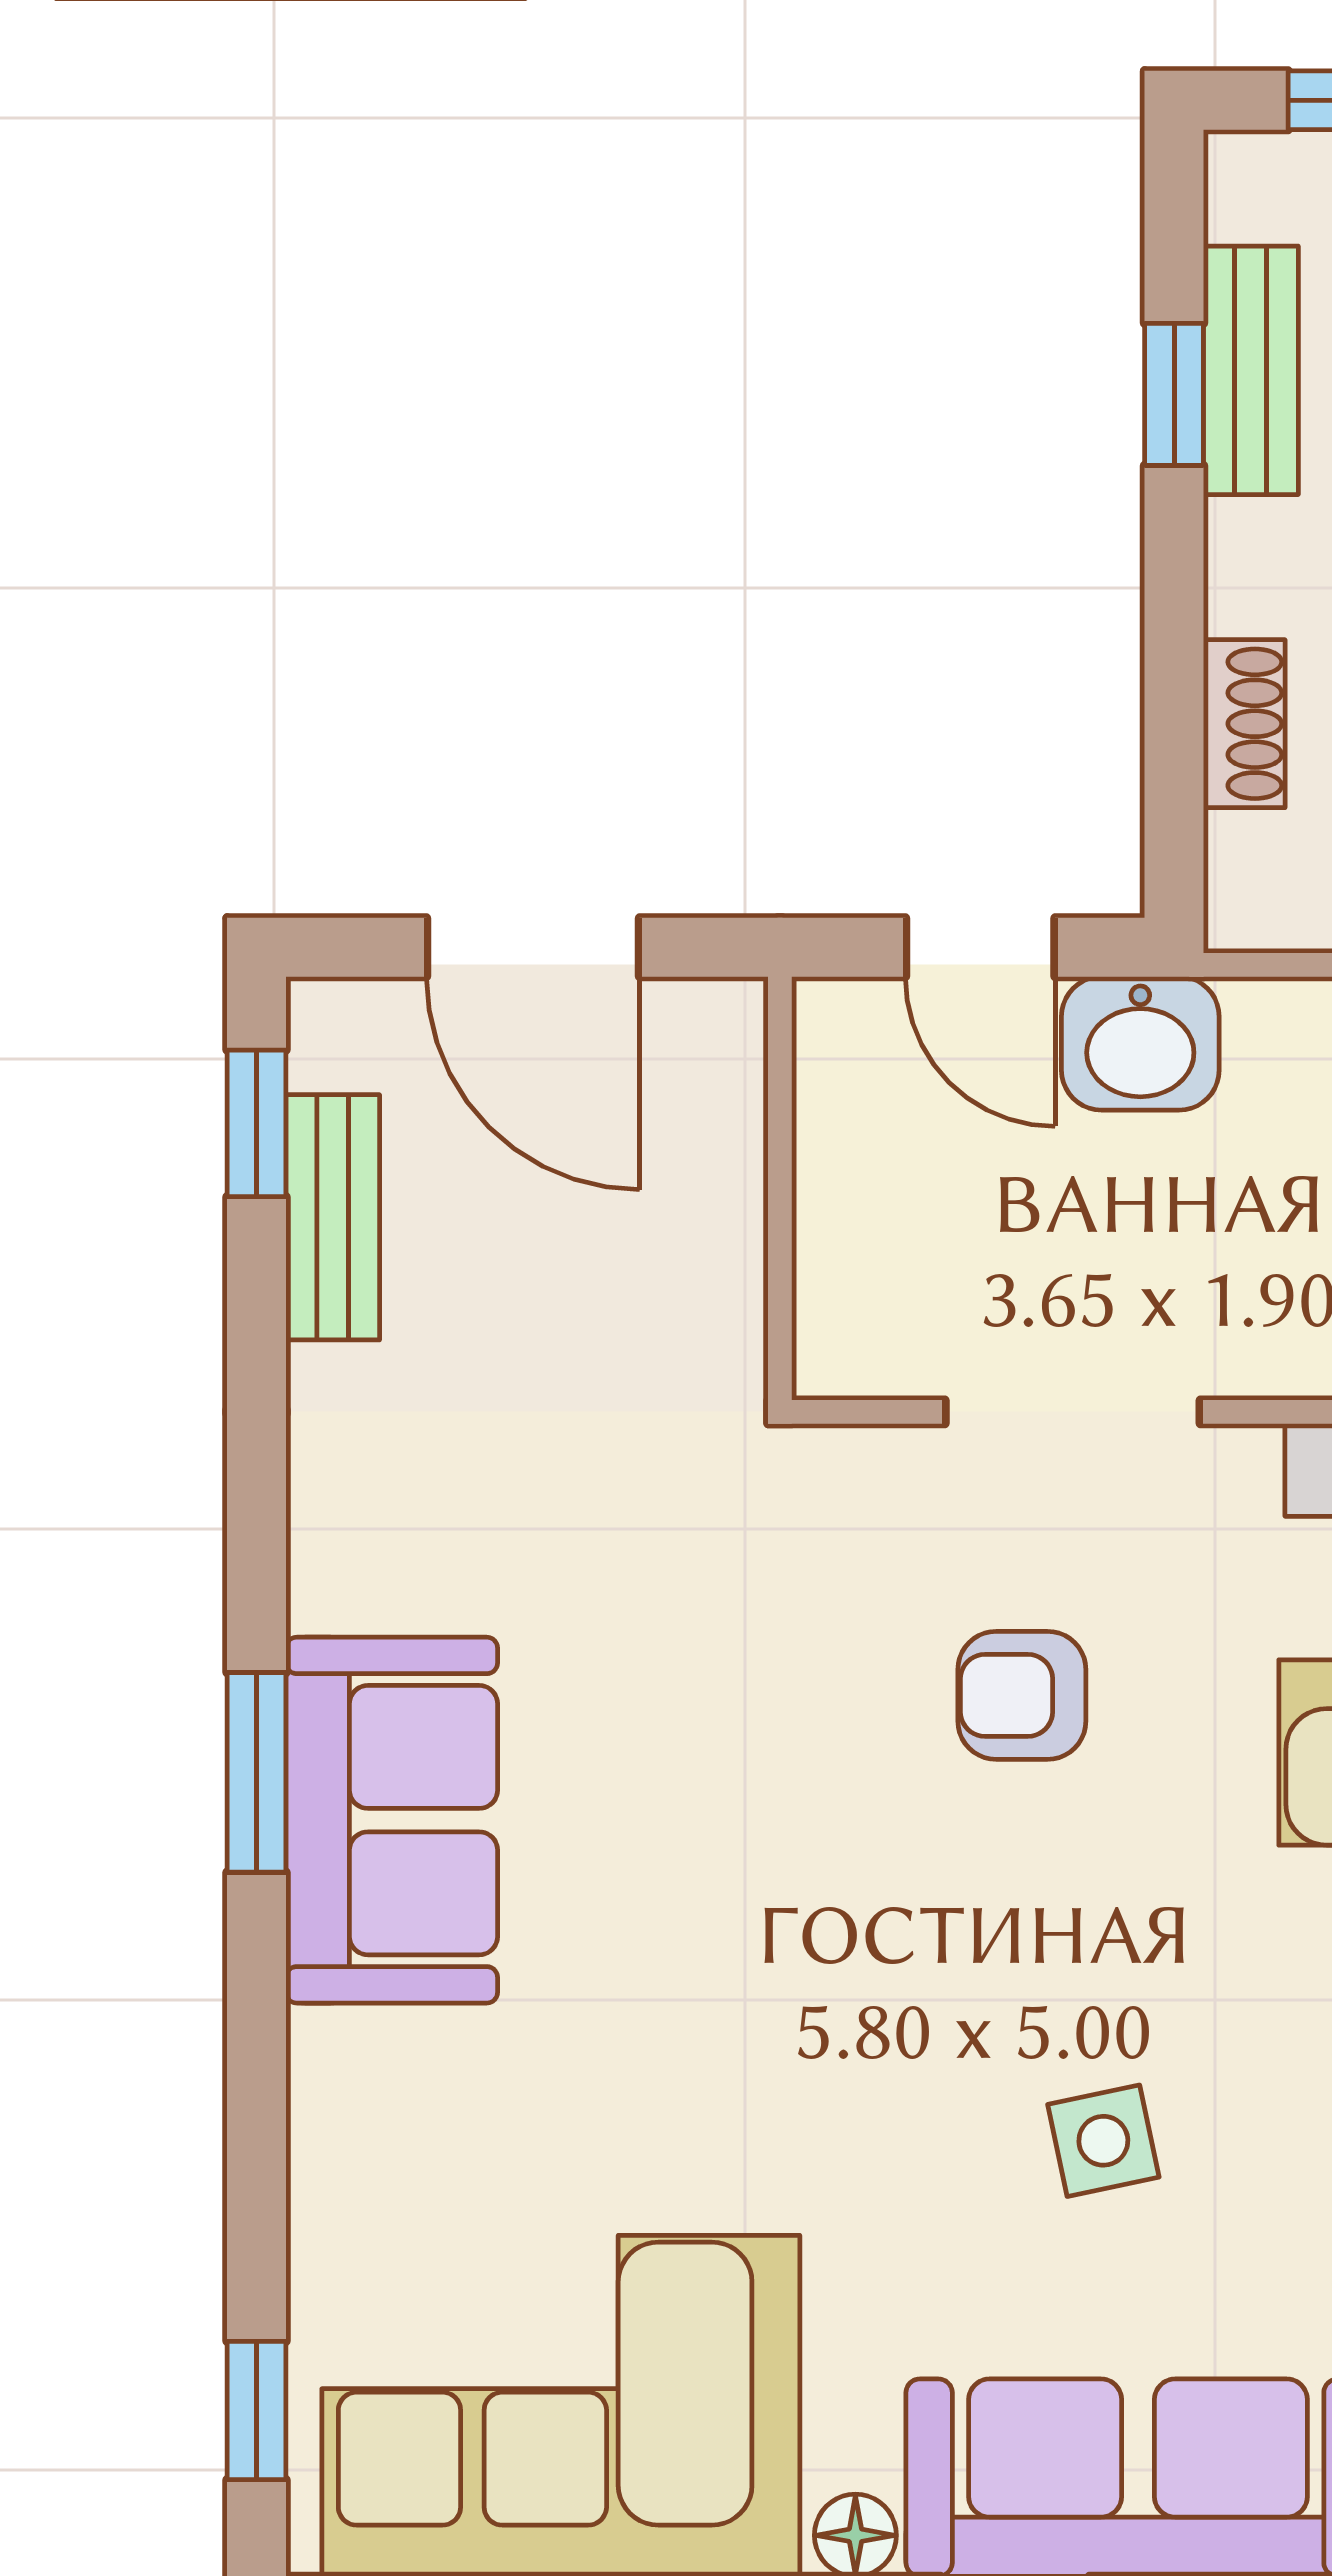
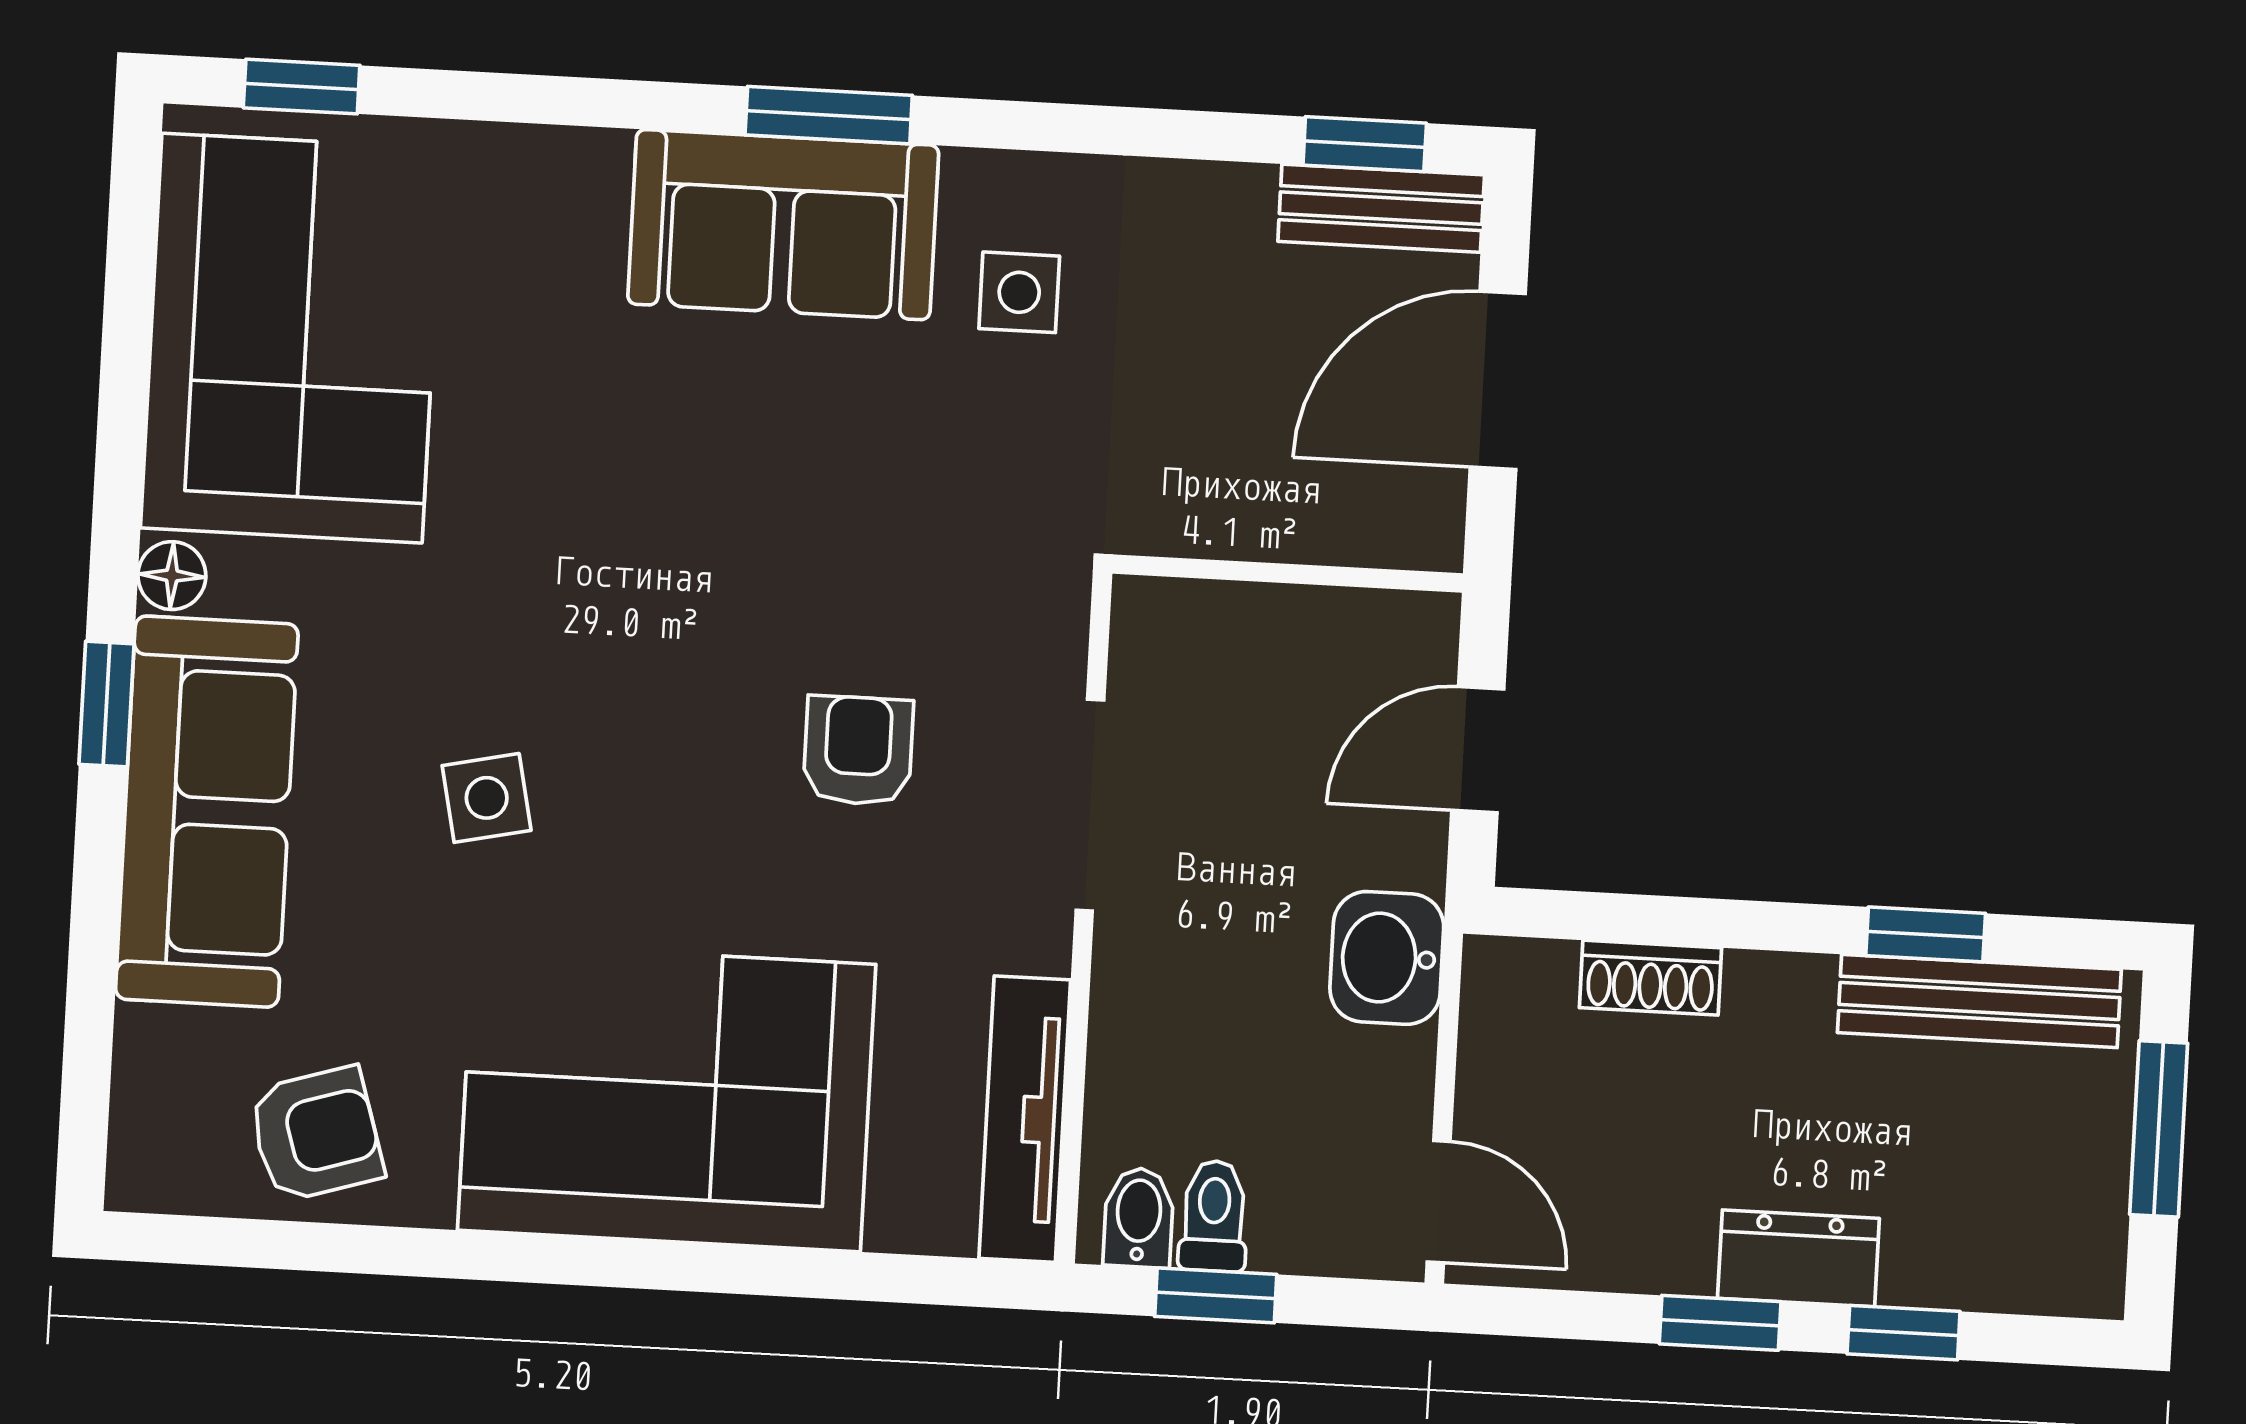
bench: (1251, 370) -> (1979, 1001), width x1.36
washbasin: (1140, 1043) -> (1387, 958), moved
bench: (333, 1217) -> (1381, 208), moved
side table: (458, 1531) -> (1019, 292), added

